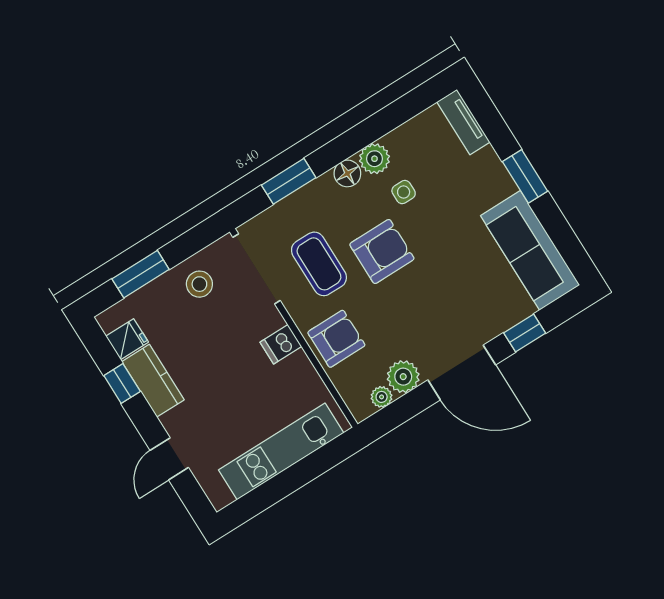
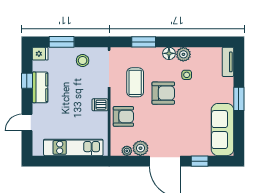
fridge: (127, 339) -> (40, 54), moved

